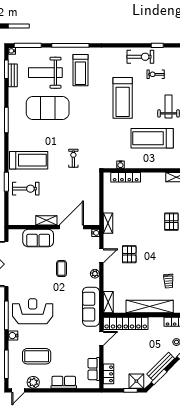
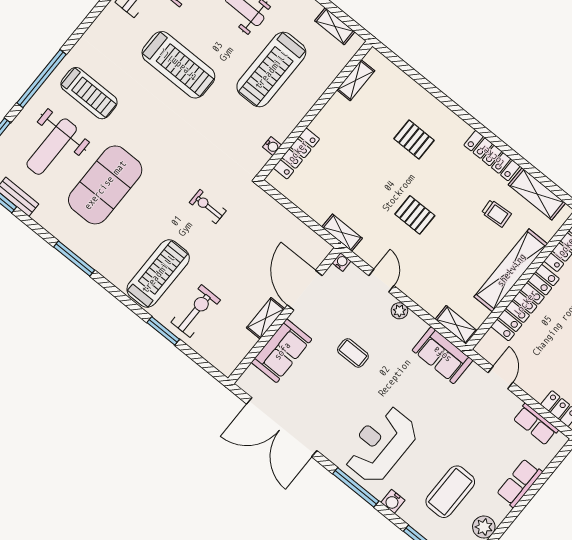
pallet: (129, 254) -> (415, 215), moved
sofa: (91, 307) -> (442, 355), width x0.73
locker: (126, 323) -> (525, 303), moved

